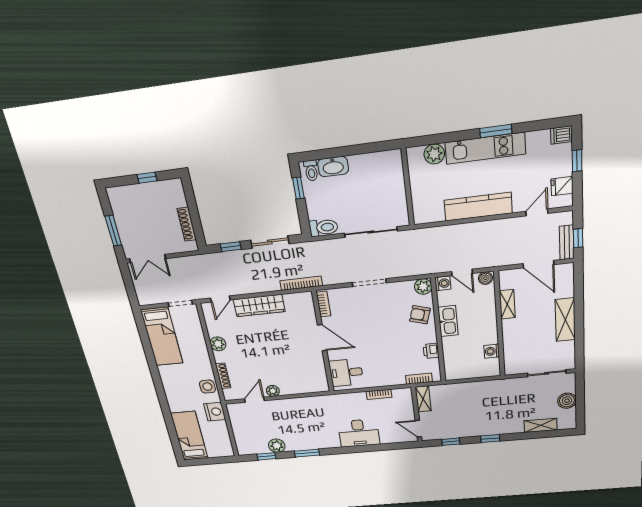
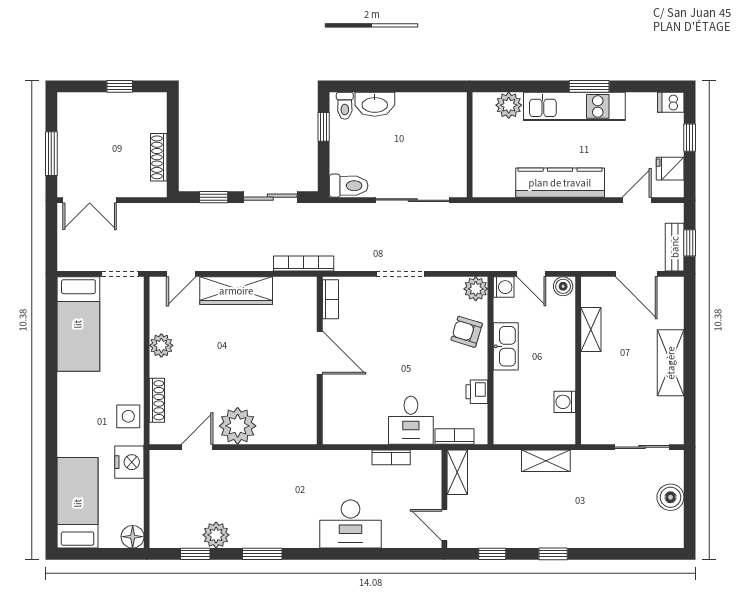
desk: (346, 373) -> (411, 420), moved, turned -90
plant: (273, 391) -> (238, 426), width x1.88, depth x1.88
shelving: (541, 425) -> (546, 461), moved
floor lamp: (227, 451) -> (133, 537), added

